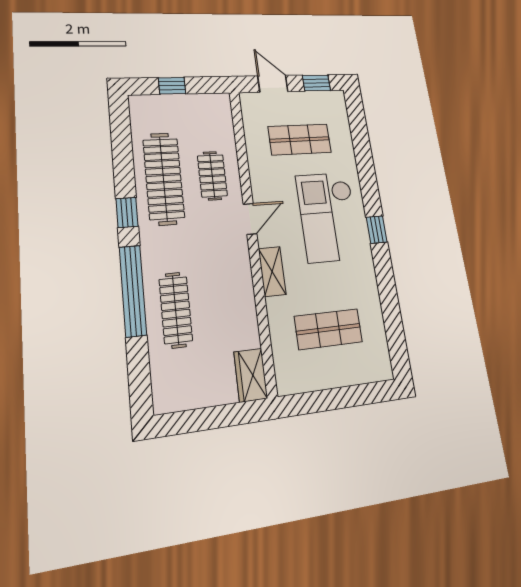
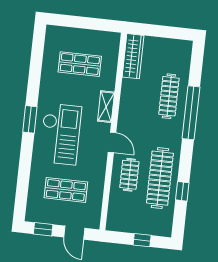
window: (127, 213) -> (182, 191), moved
door: (250, 219) -> (112, 142), swing flipped
window: (377, 230) -> (30, 119), width x1.50
wardrobe: (251, 375) -> (133, 56), width x1.50

